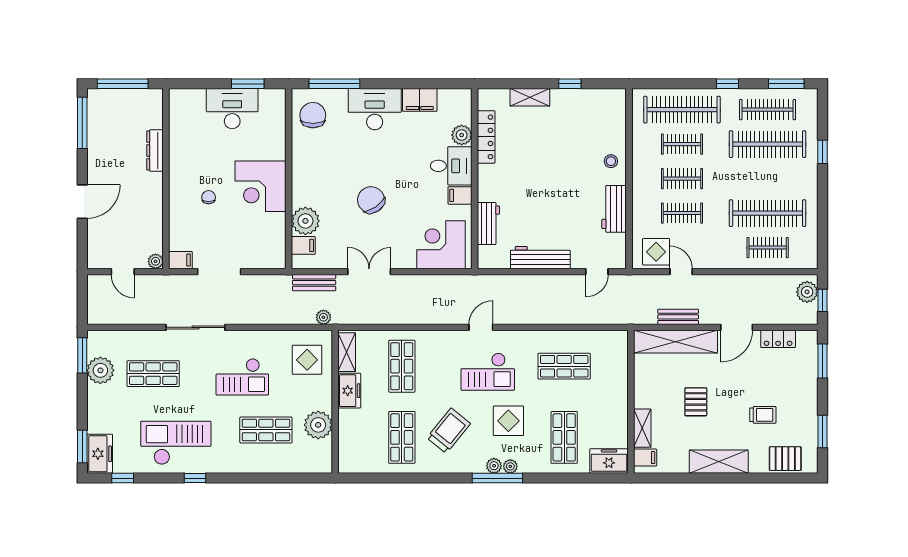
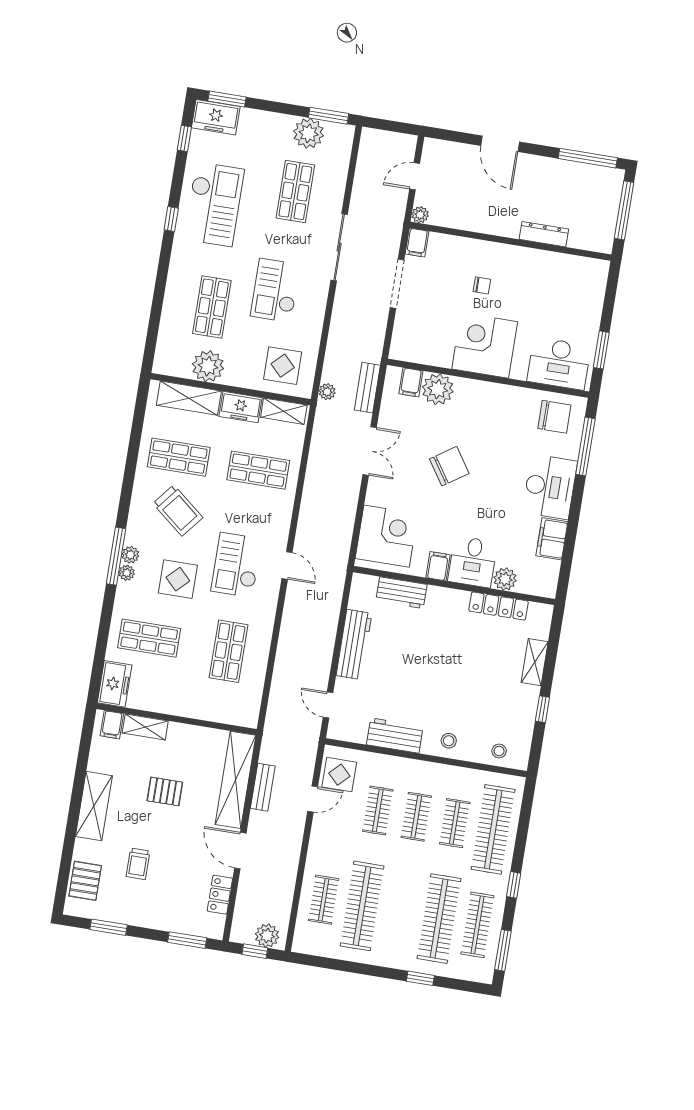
desk: (232, 109) -> (559, 363), moved, turned 90
stool: (613, 116) -> (499, 751), added
shelving: (349, 437) -> (189, 398), added

